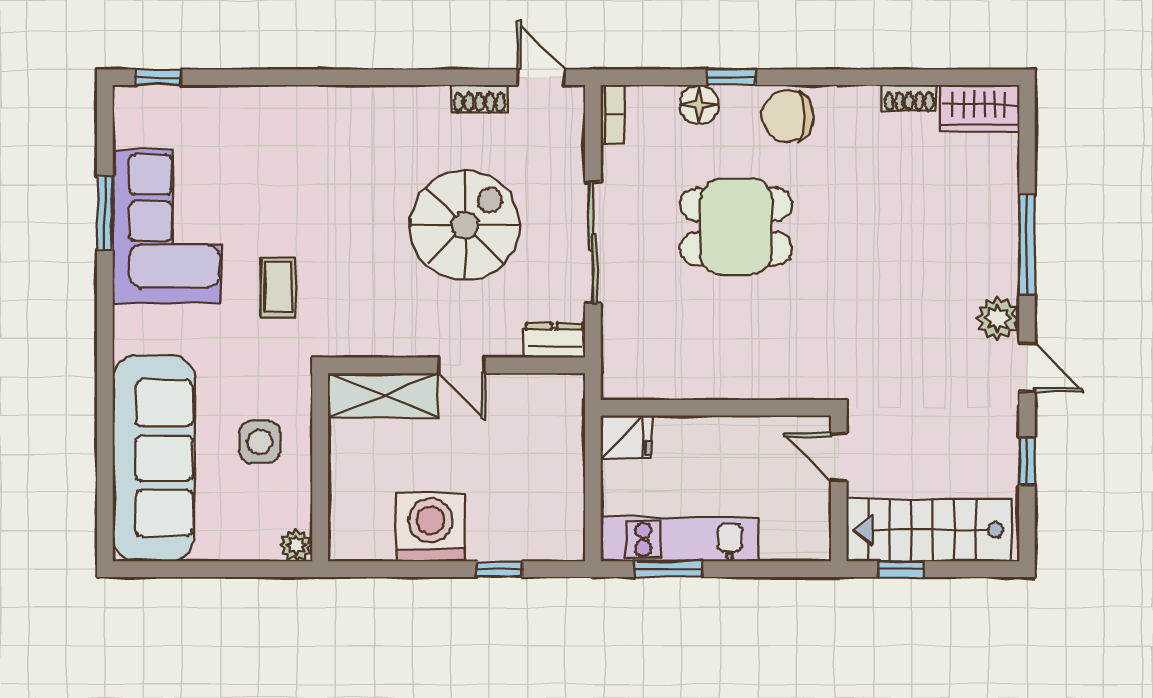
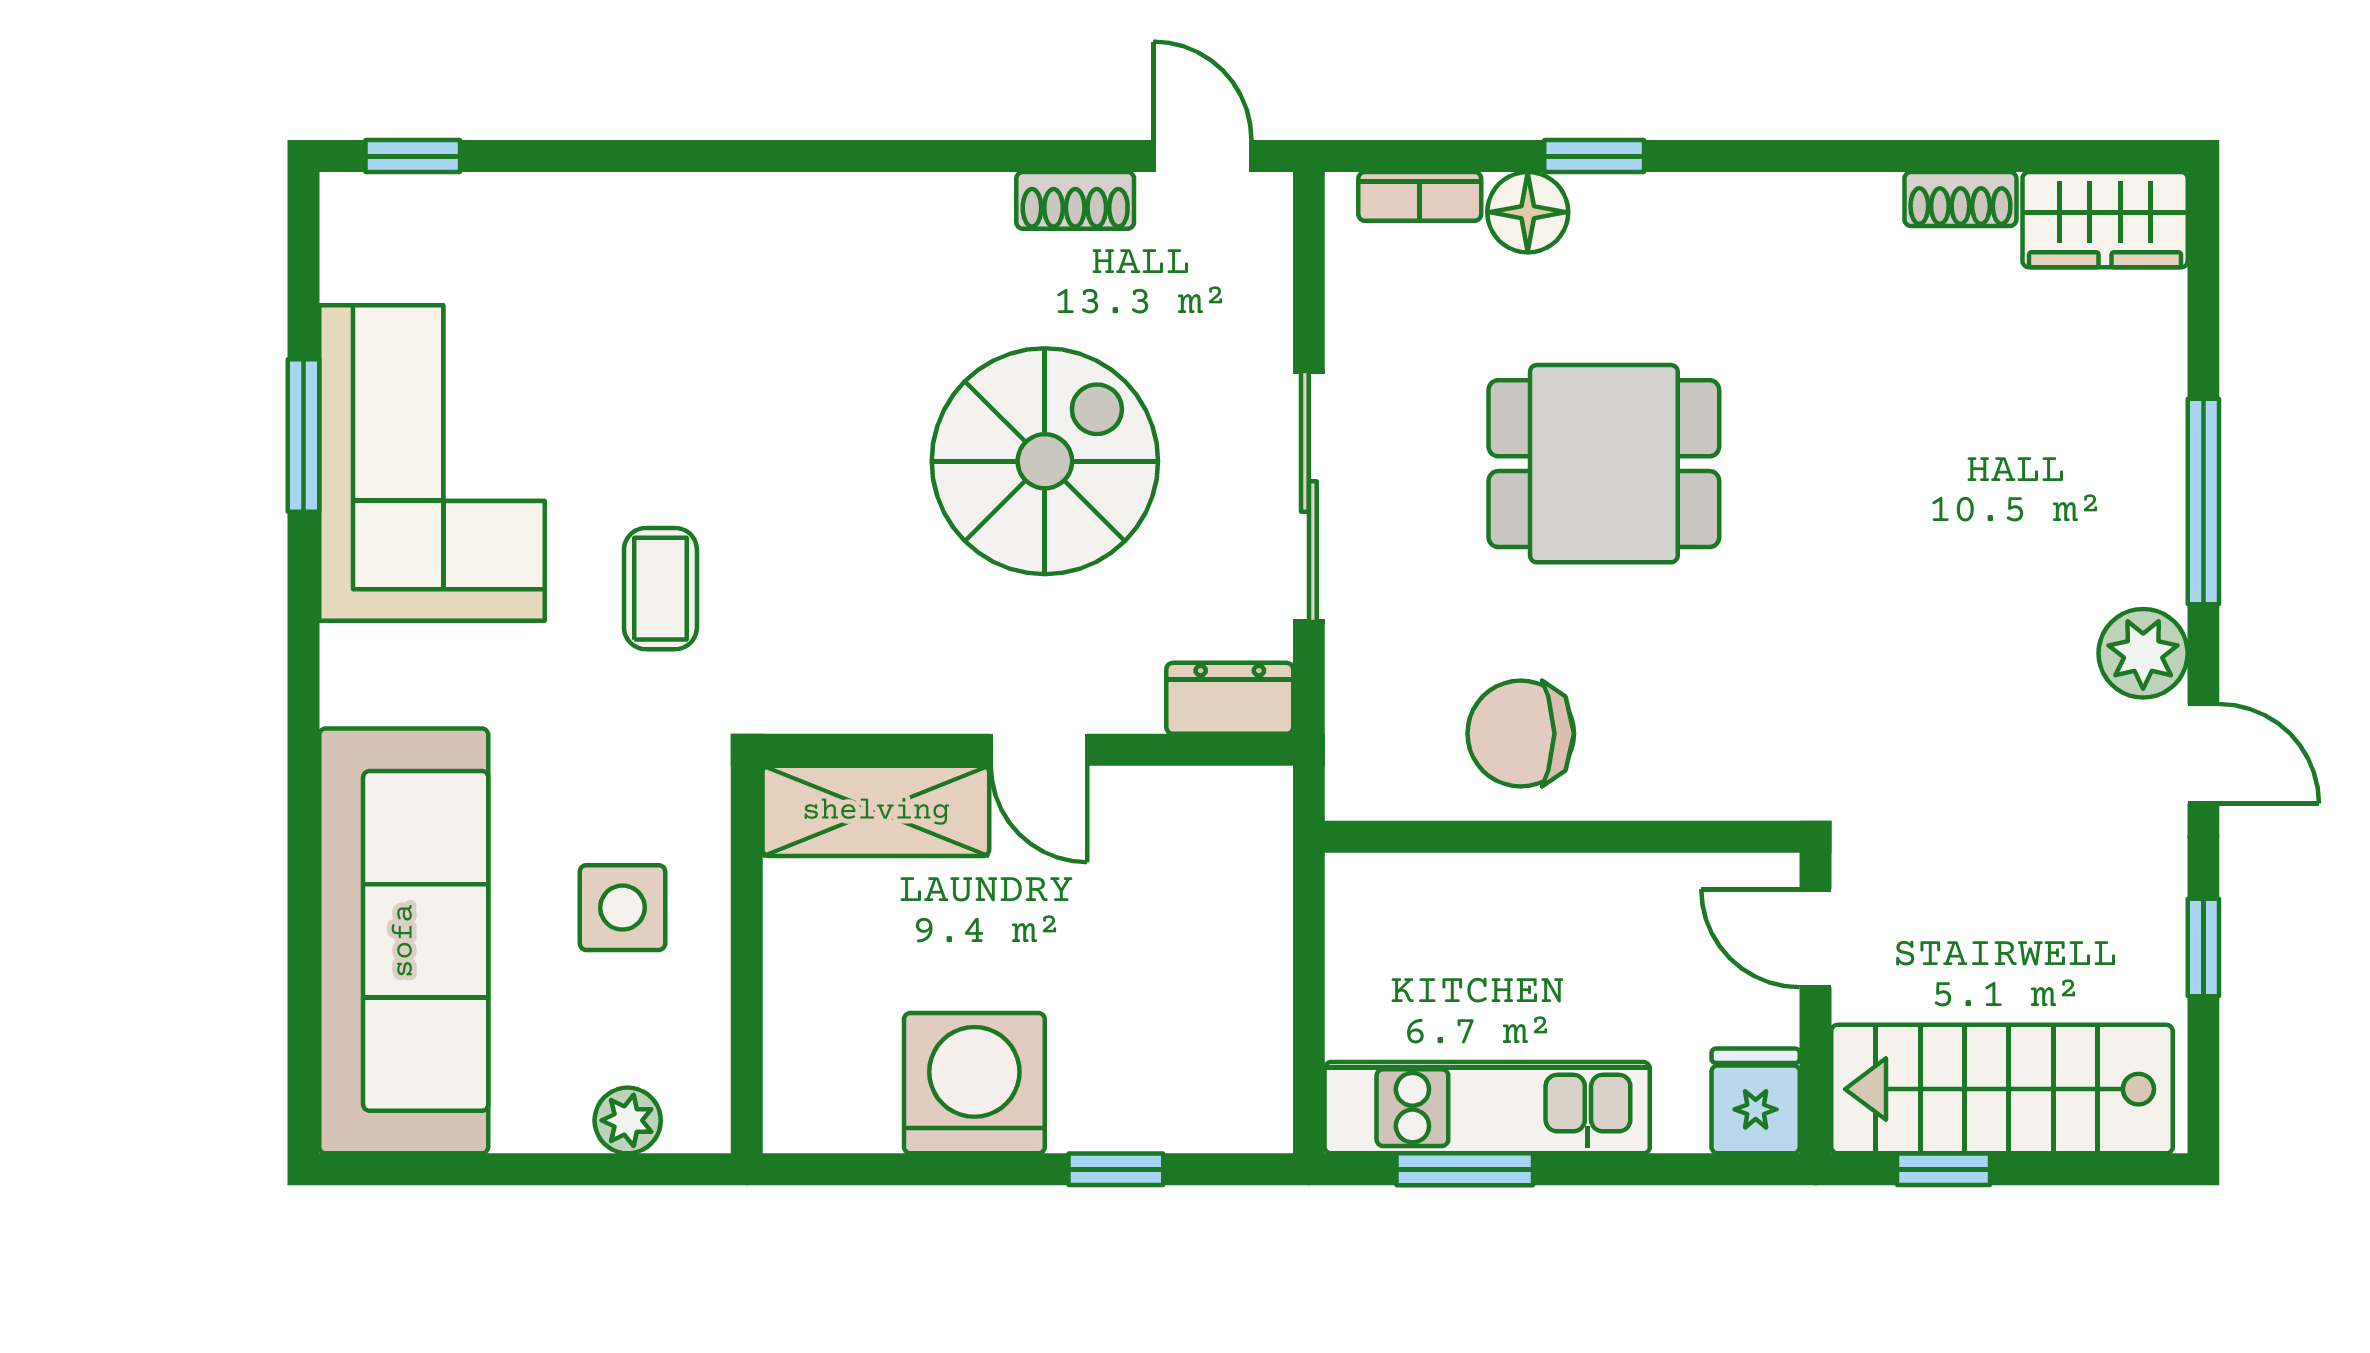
bookcase: (612, 115) -> (1420, 196), moved, turned 90
chair: (788, 116) -> (1521, 734), moved
fridge: (626, 437) -> (1756, 1101), moved, turned -90
plant: (296, 545) -> (628, 1120), moved

